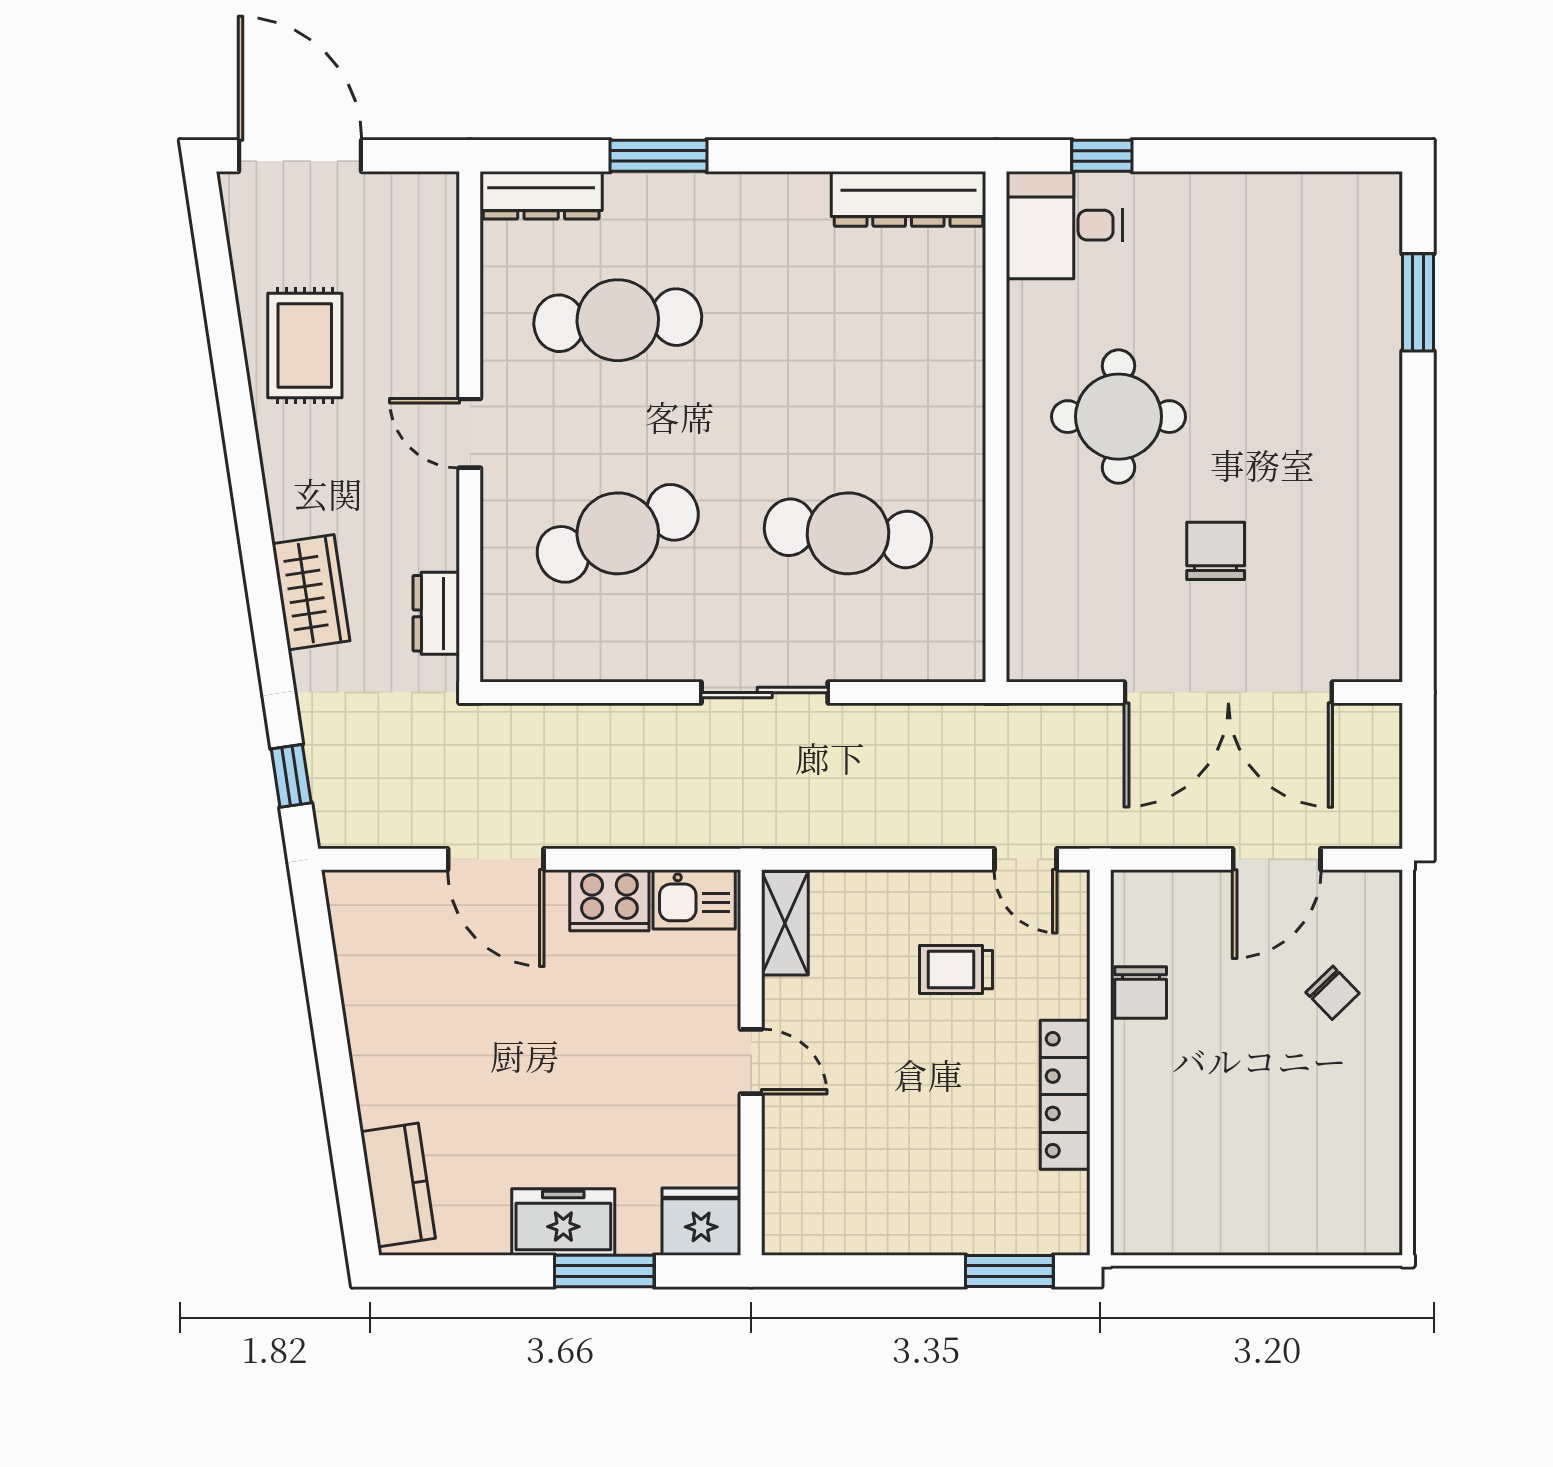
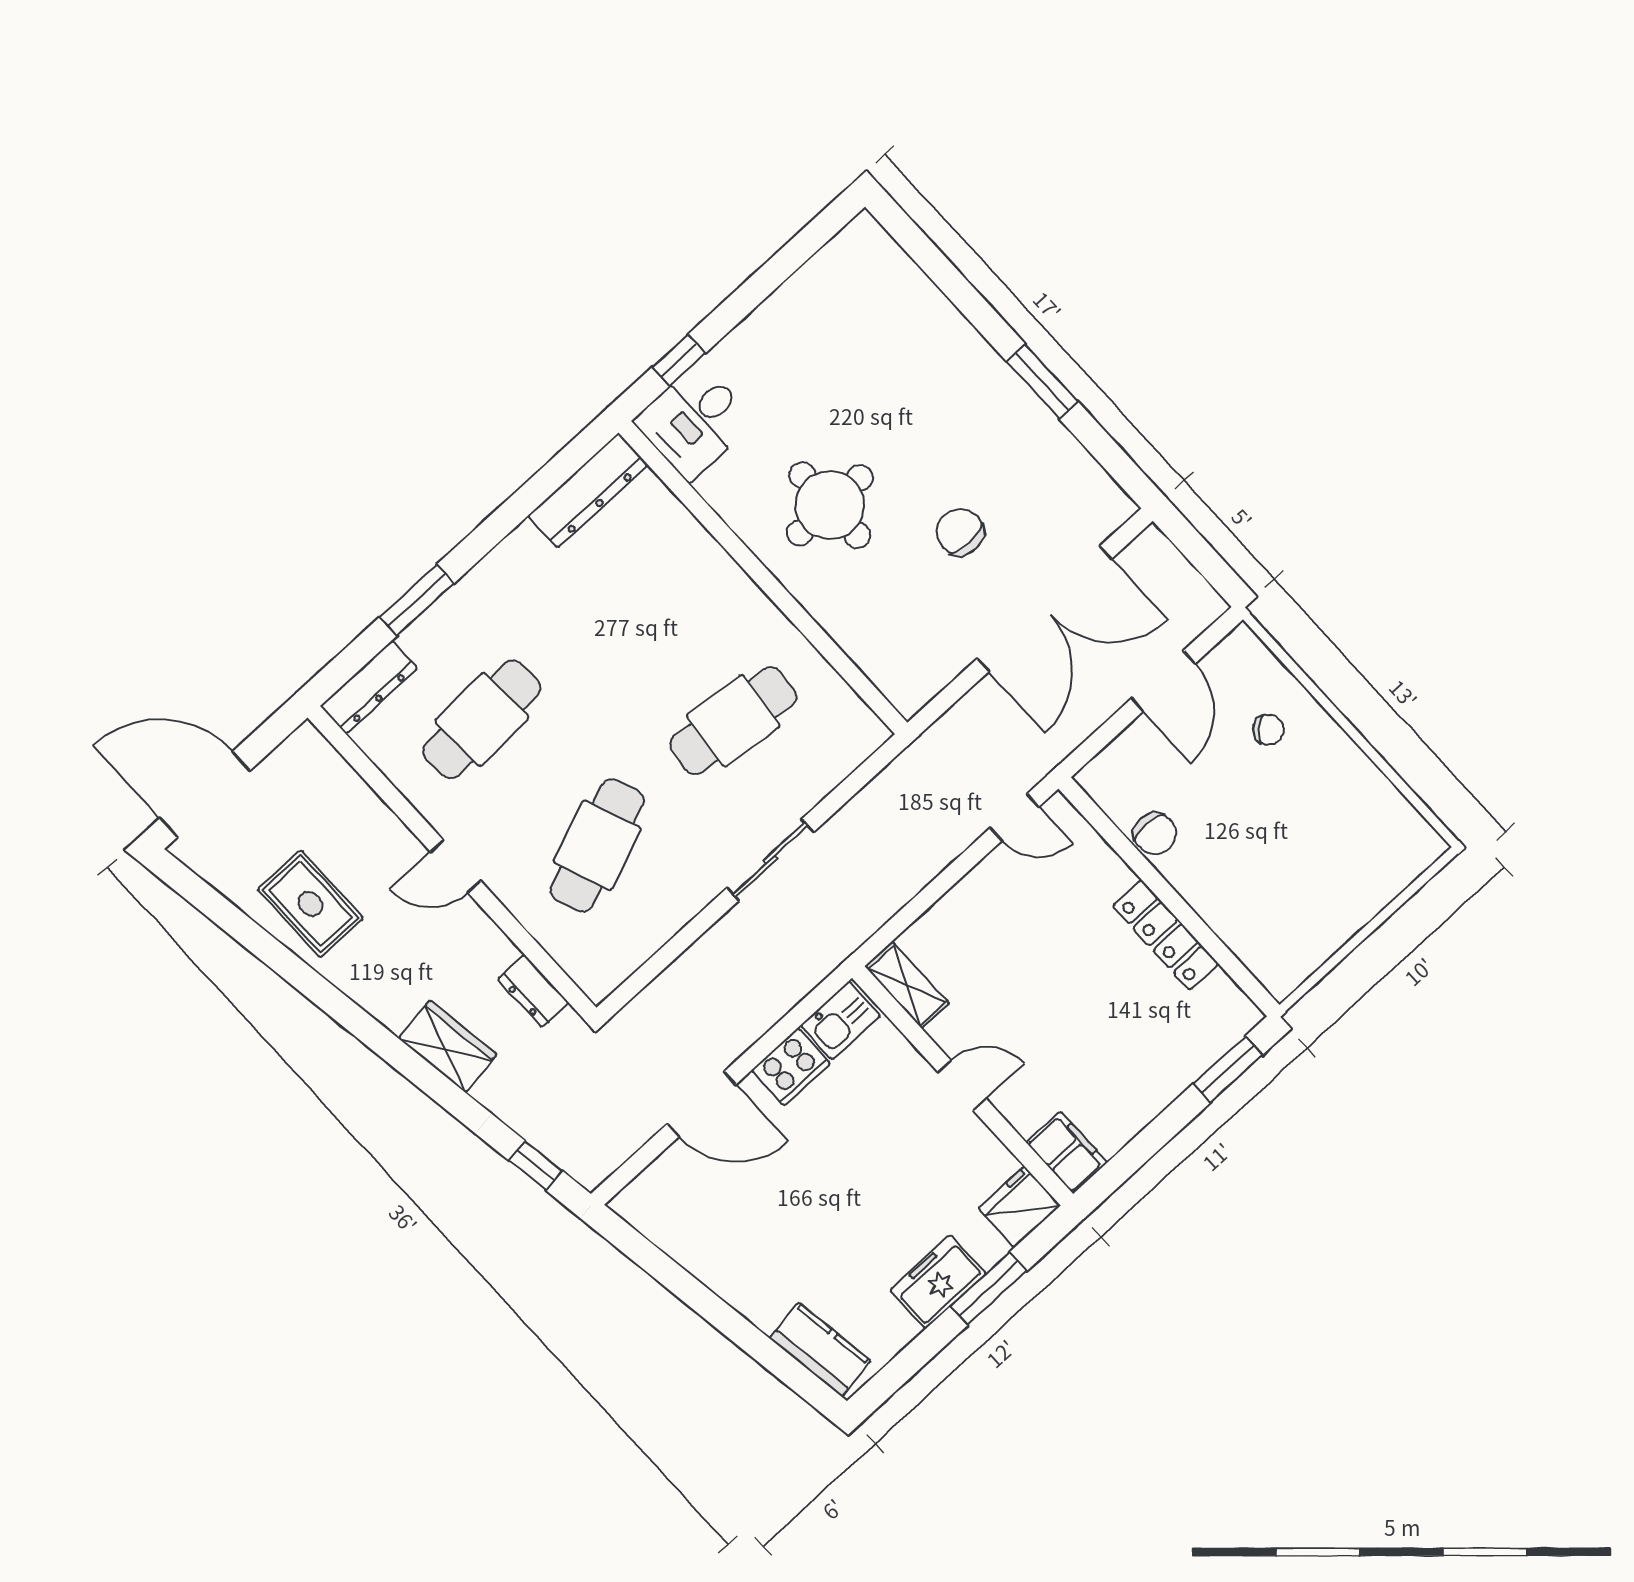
window: (1418, 302) -> (1042, 382), moved
trolley: (956, 970) -> (1033, 920), removed
filing cabinet: (791, 1212) -> (1067, 1153), added

